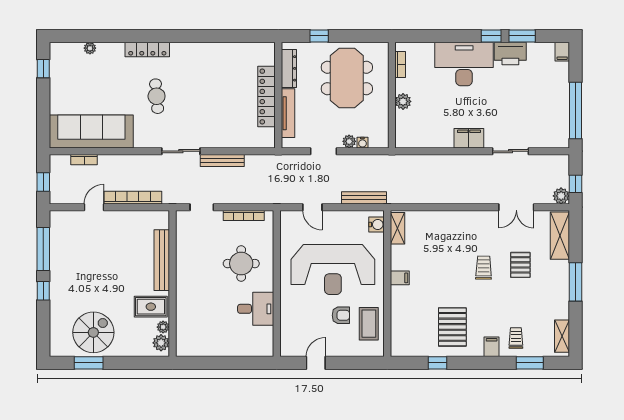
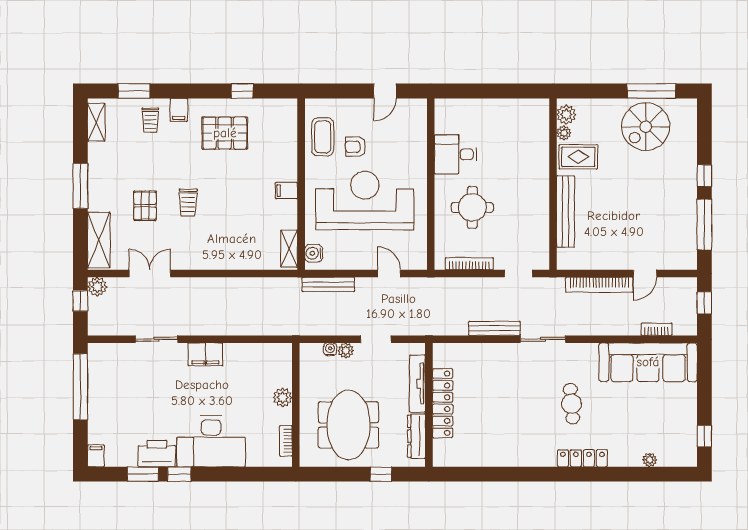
pallet: (452, 327) -> (225, 133), turned 90
window: (89, 363) -> (651, 91), width x1.44

